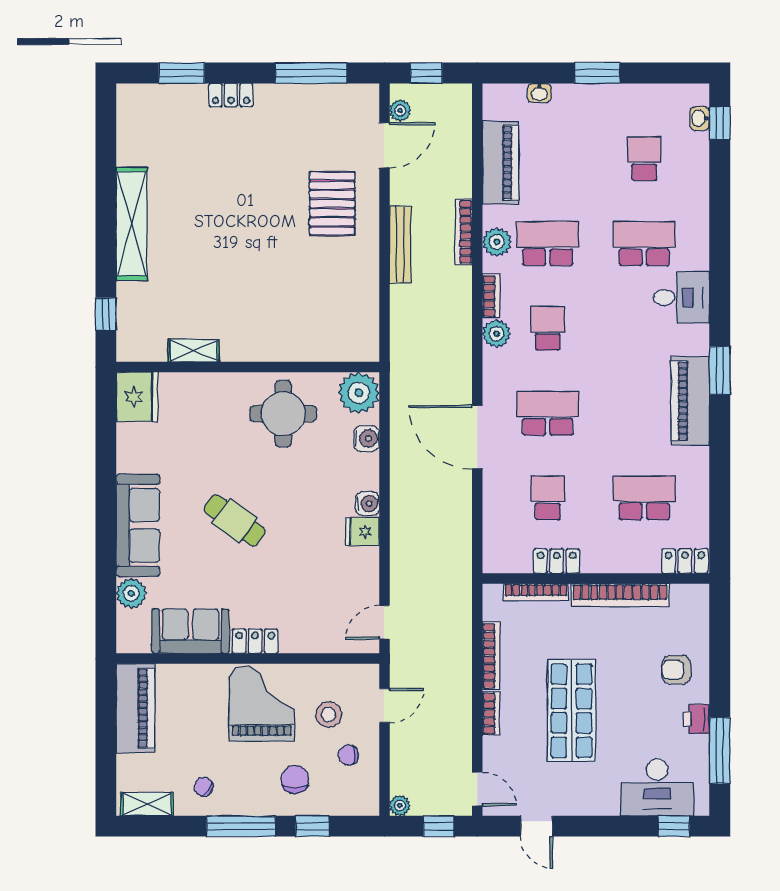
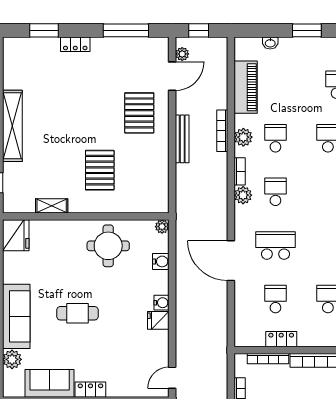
school desk: (548, 244) -> (275, 138), width x0.54
pallet: (270, 294) -> (100, 170), added
plant: (359, 393) -> (162, 227), width x0.53, depth x0.53
cafe table: (235, 520) -> (77, 313), turned -36

